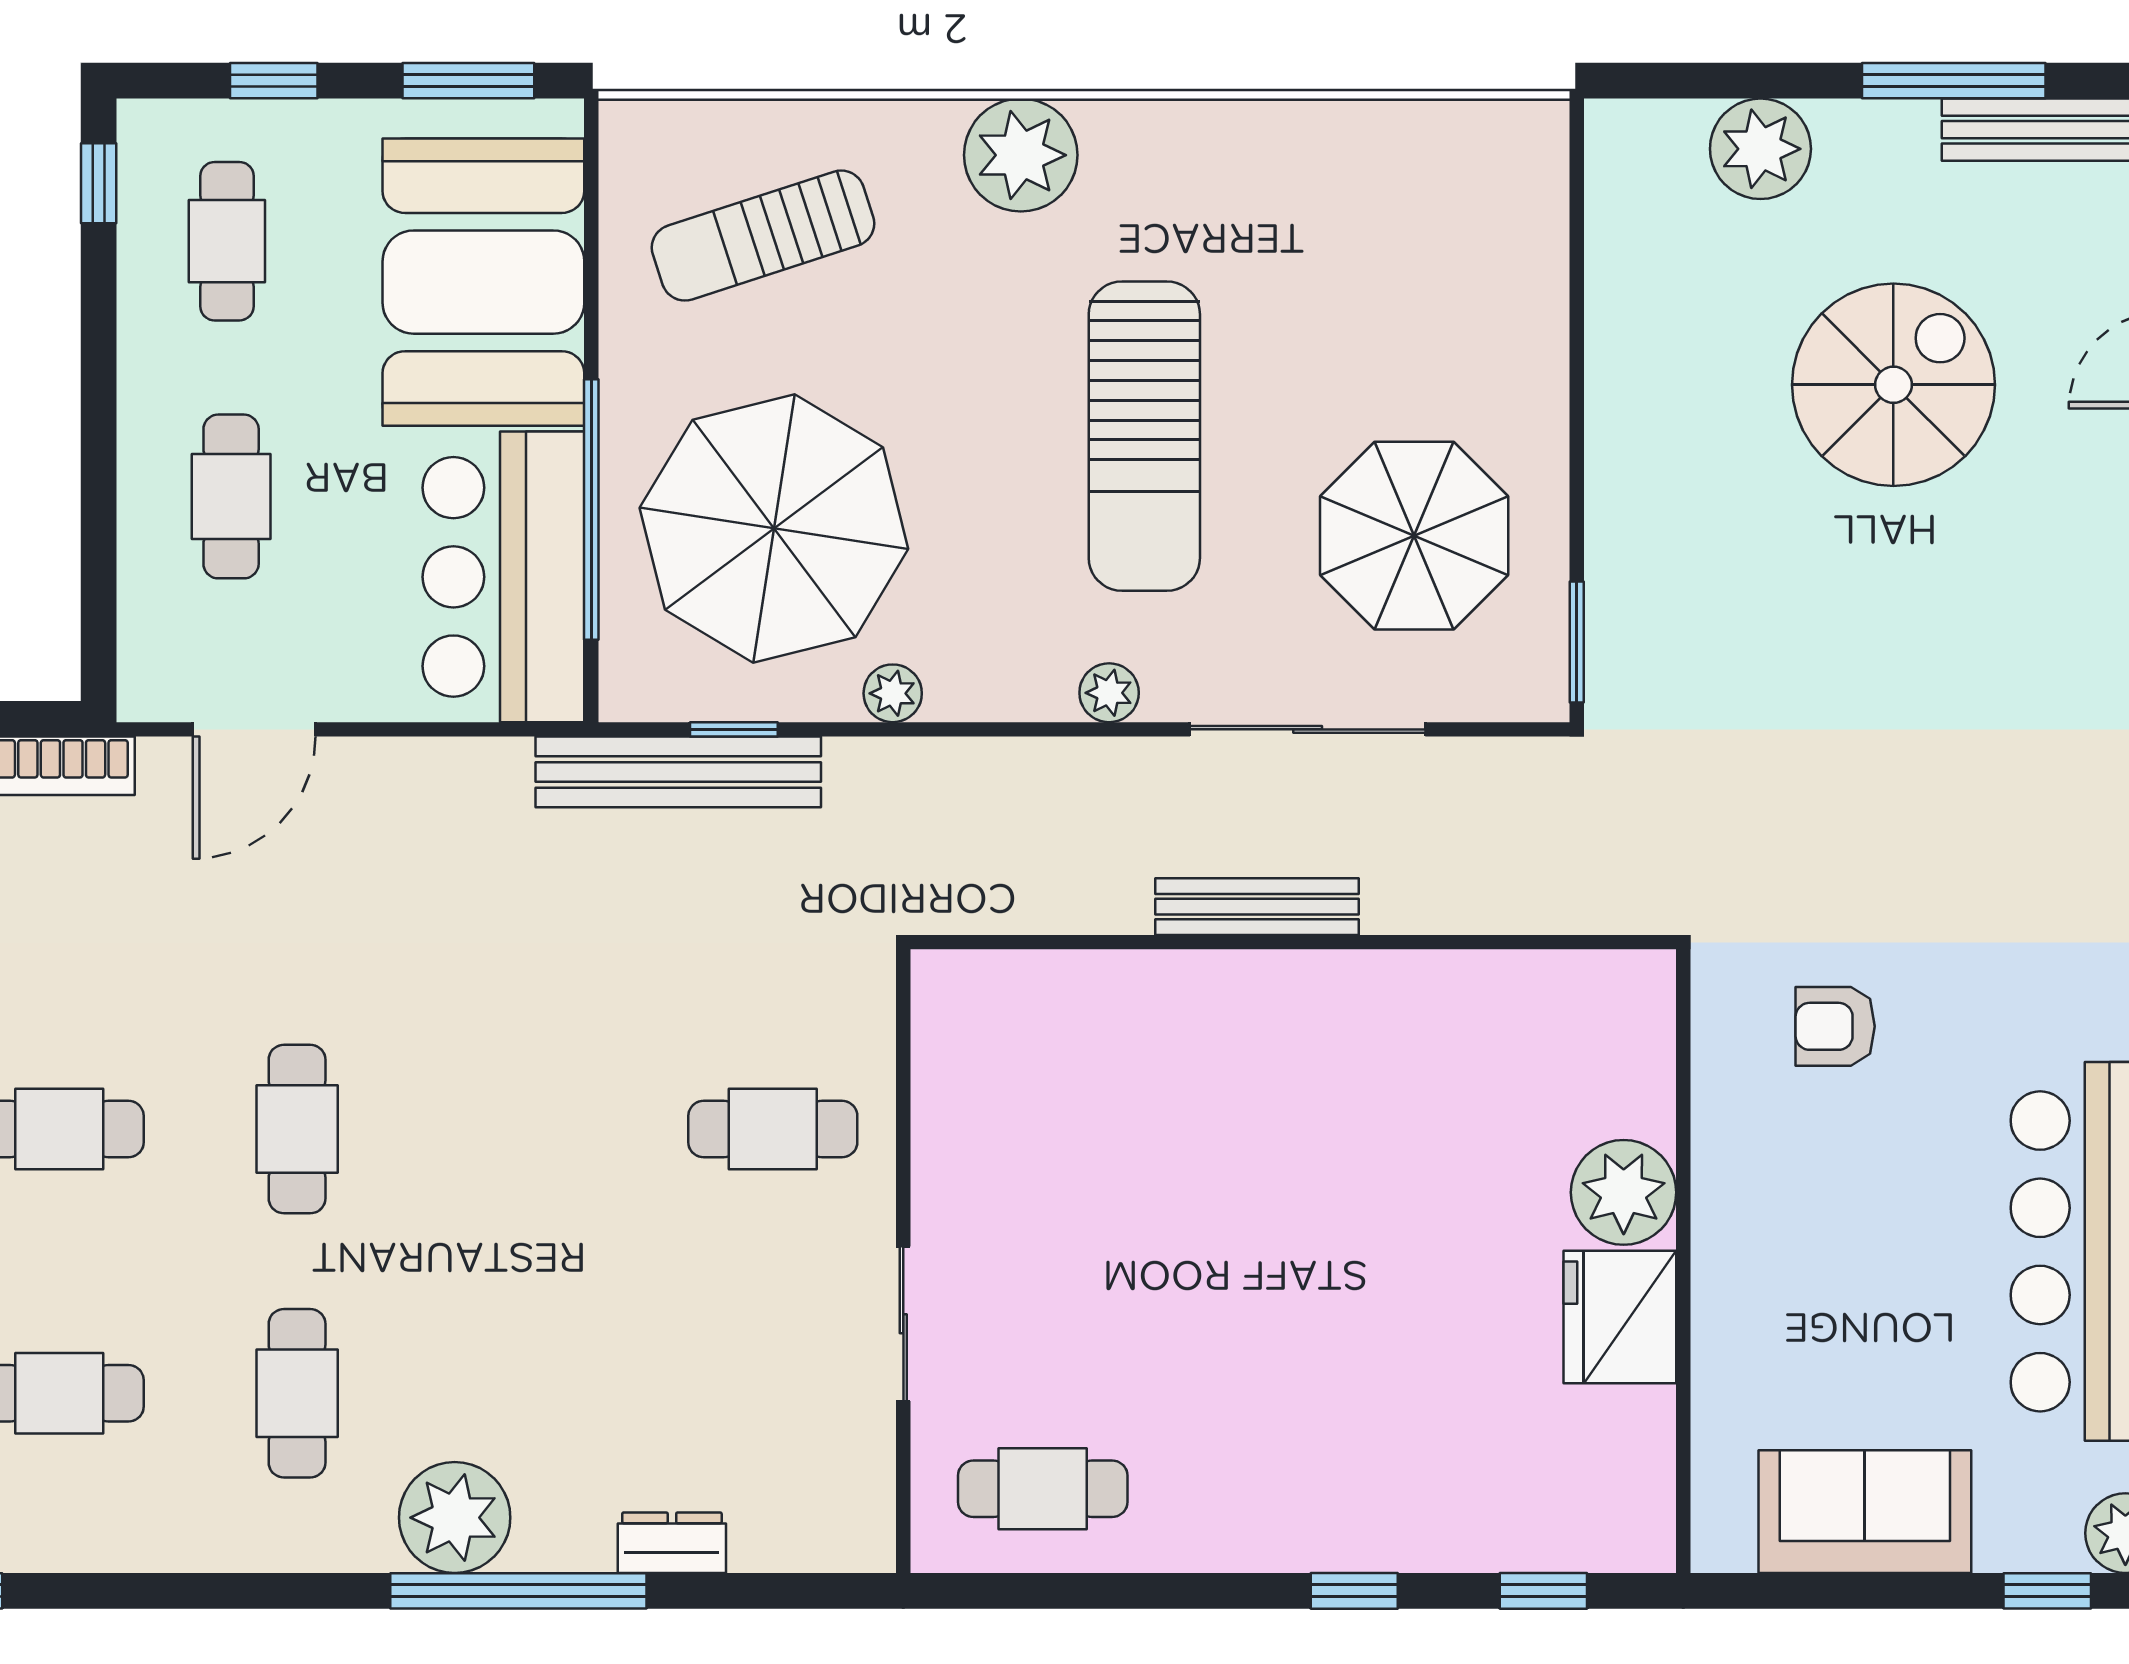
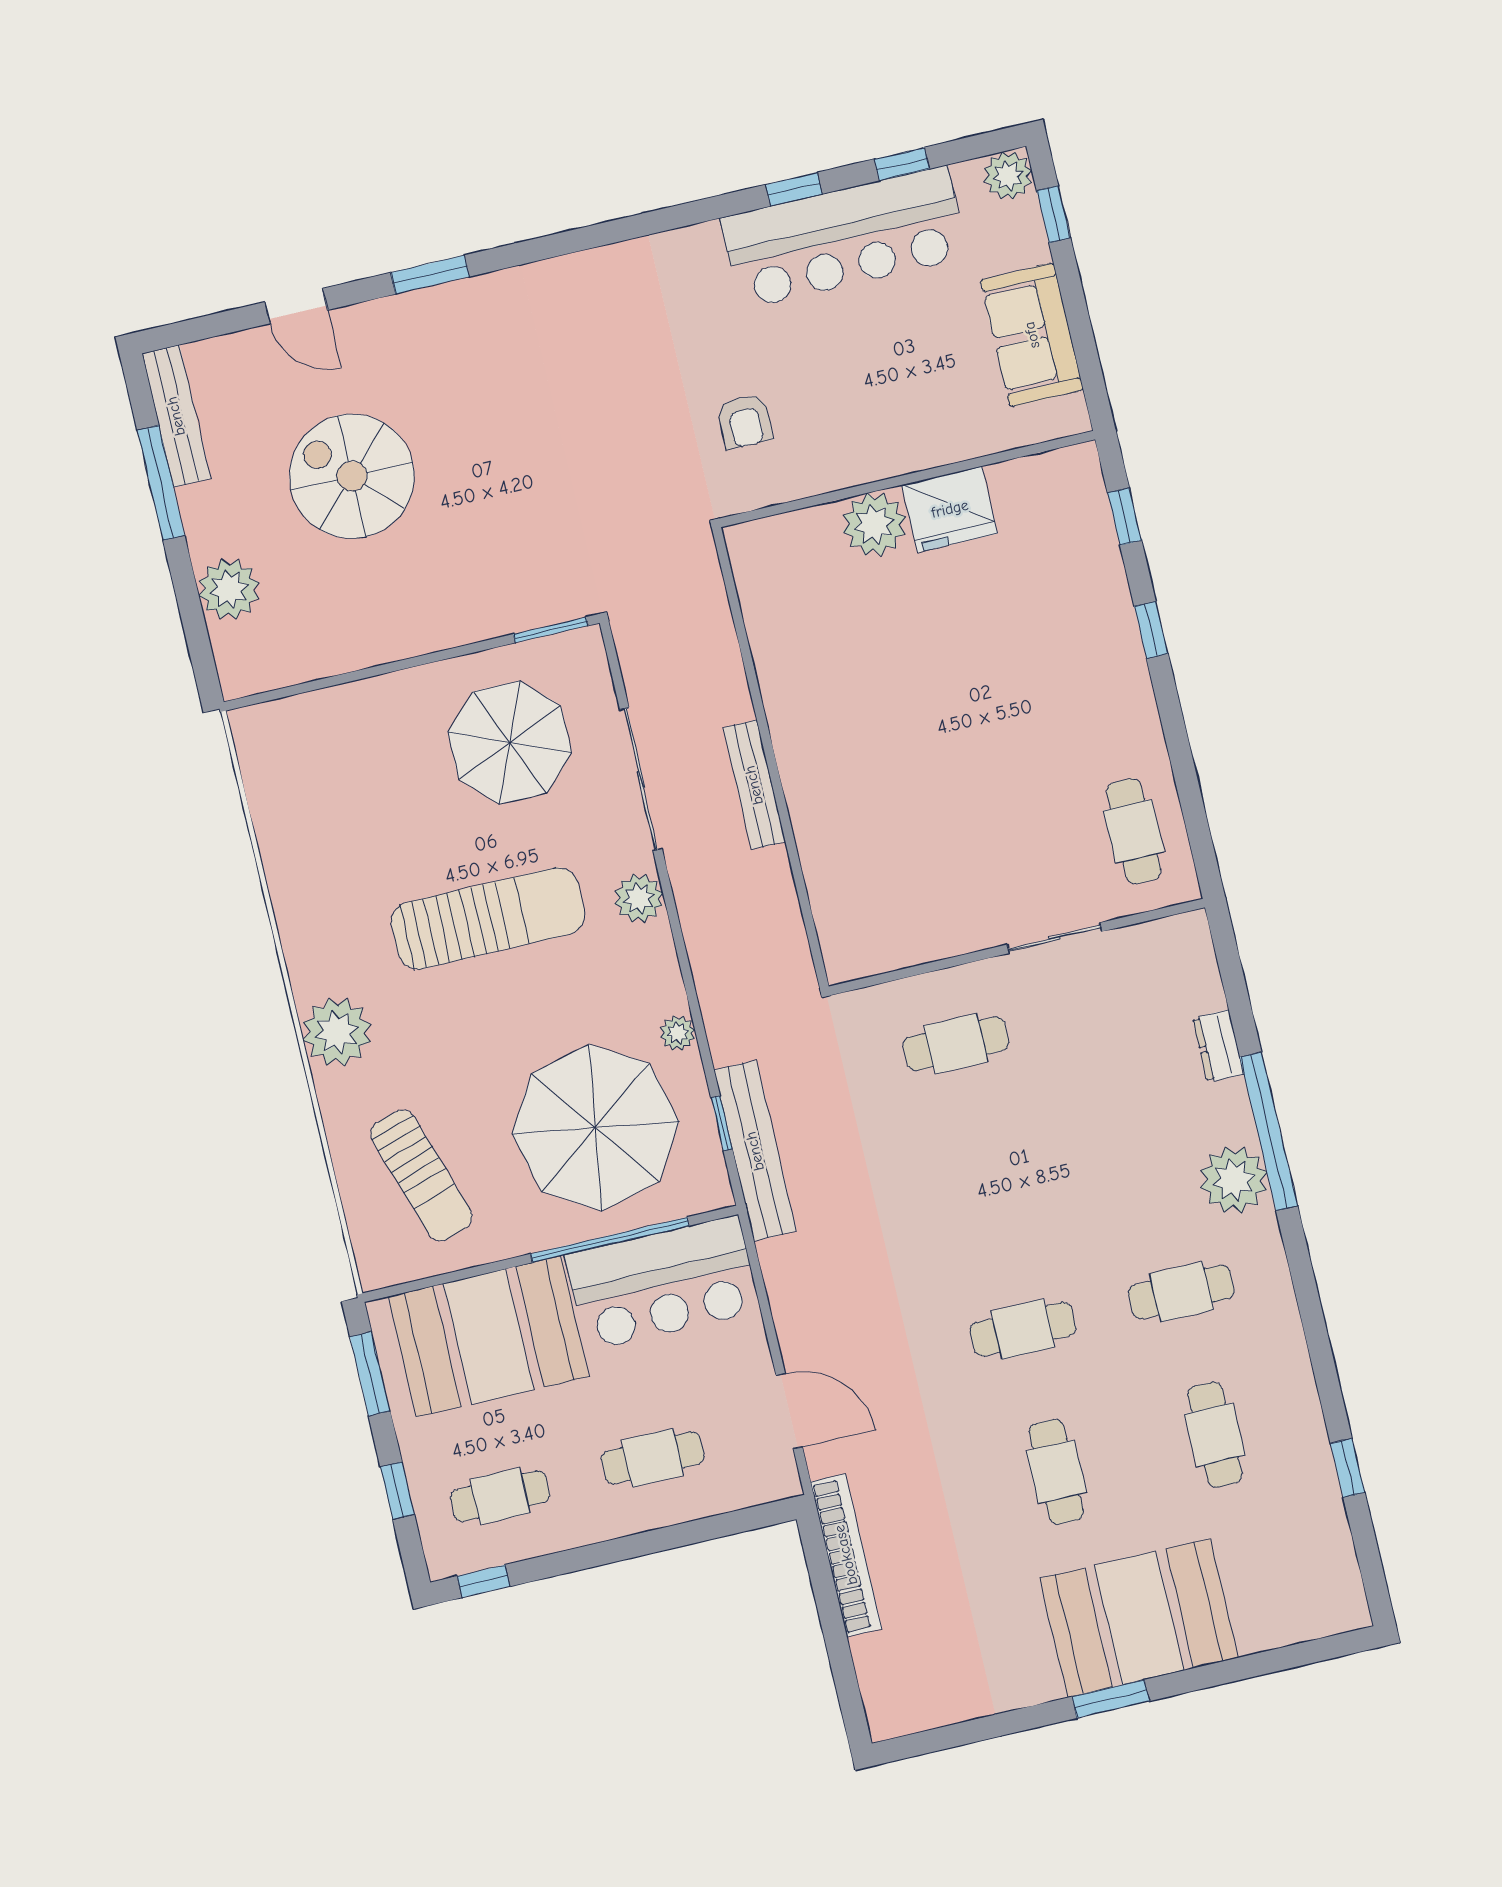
plant: (1109, 693) -> (639, 898), width x1.38, depth x1.38
cafe table: (773, 1129) -> (956, 1044), turned 90

